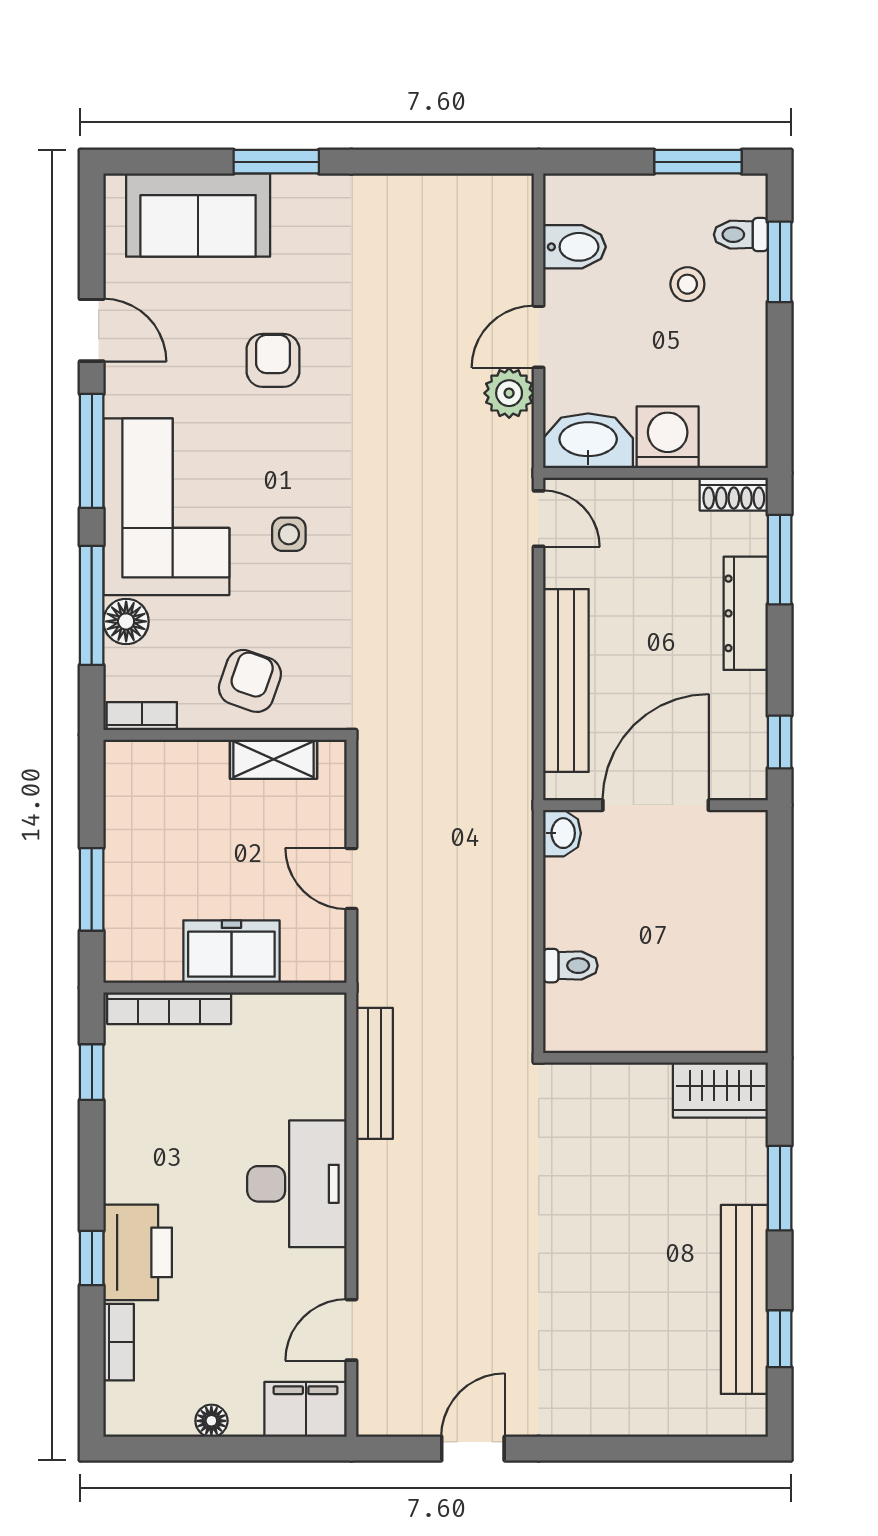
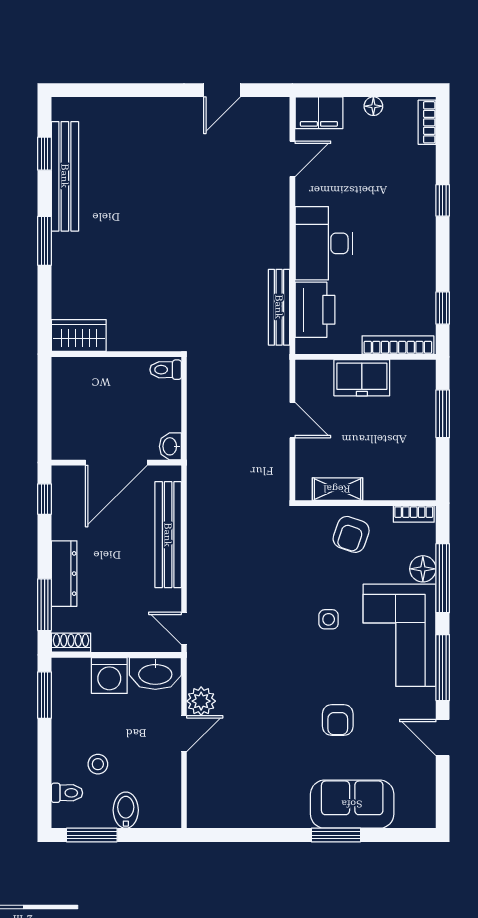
sofa: (198, 215) -> (352, 804), moved
bidet: (575, 247) -> (126, 810), moved, turned 90
window: (780, 262) -> (45, 695), moved
wall: (656, 1058) -> (116, 354), moved
wardrobe: (720, 1090) -> (79, 336), moved
printer: (138, 1252) -> (315, 310), moved, turned 180
bookcase: (119, 1342) -> (427, 122), moved

